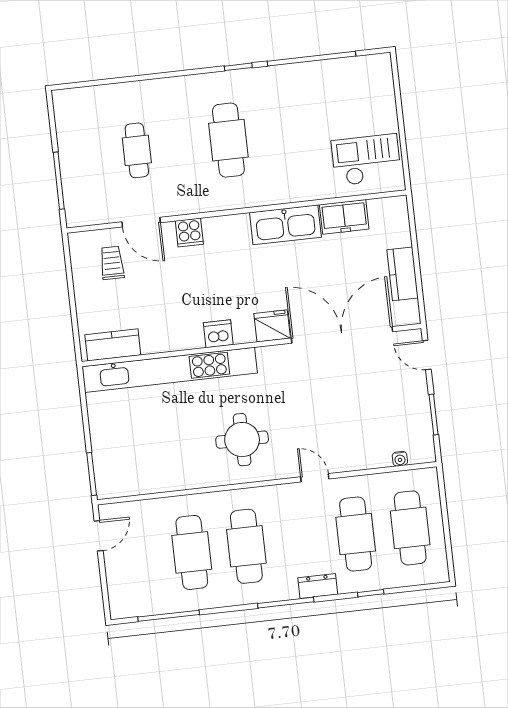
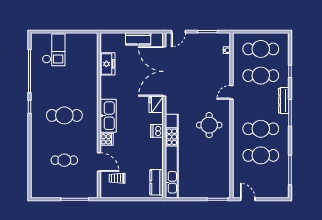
checkout: (366, 160) -> (54, 50), moved, turned 180
door: (141, 222) -> (99, 162), hinge flipped
kitchen sink: (285, 225) -> (108, 116), moved
dresser: (318, 586) -> (284, 101), width x1.44

